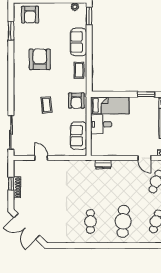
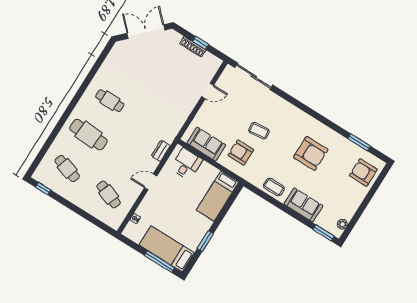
armchair: (76, 101) -> (241, 152), moved
desk: (101, 124) -> (186, 164), moved
door: (144, 158) -> (151, 182), moved

